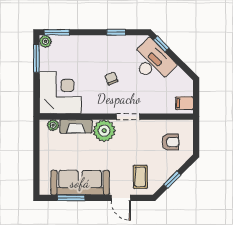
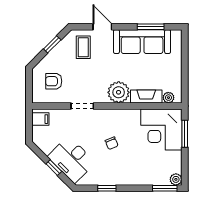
window: (161, 44) -> (54, 168), moved
window: (36, 58) -> (185, 134), moved
doorway: (128, 117) -> (82, 106), moved

